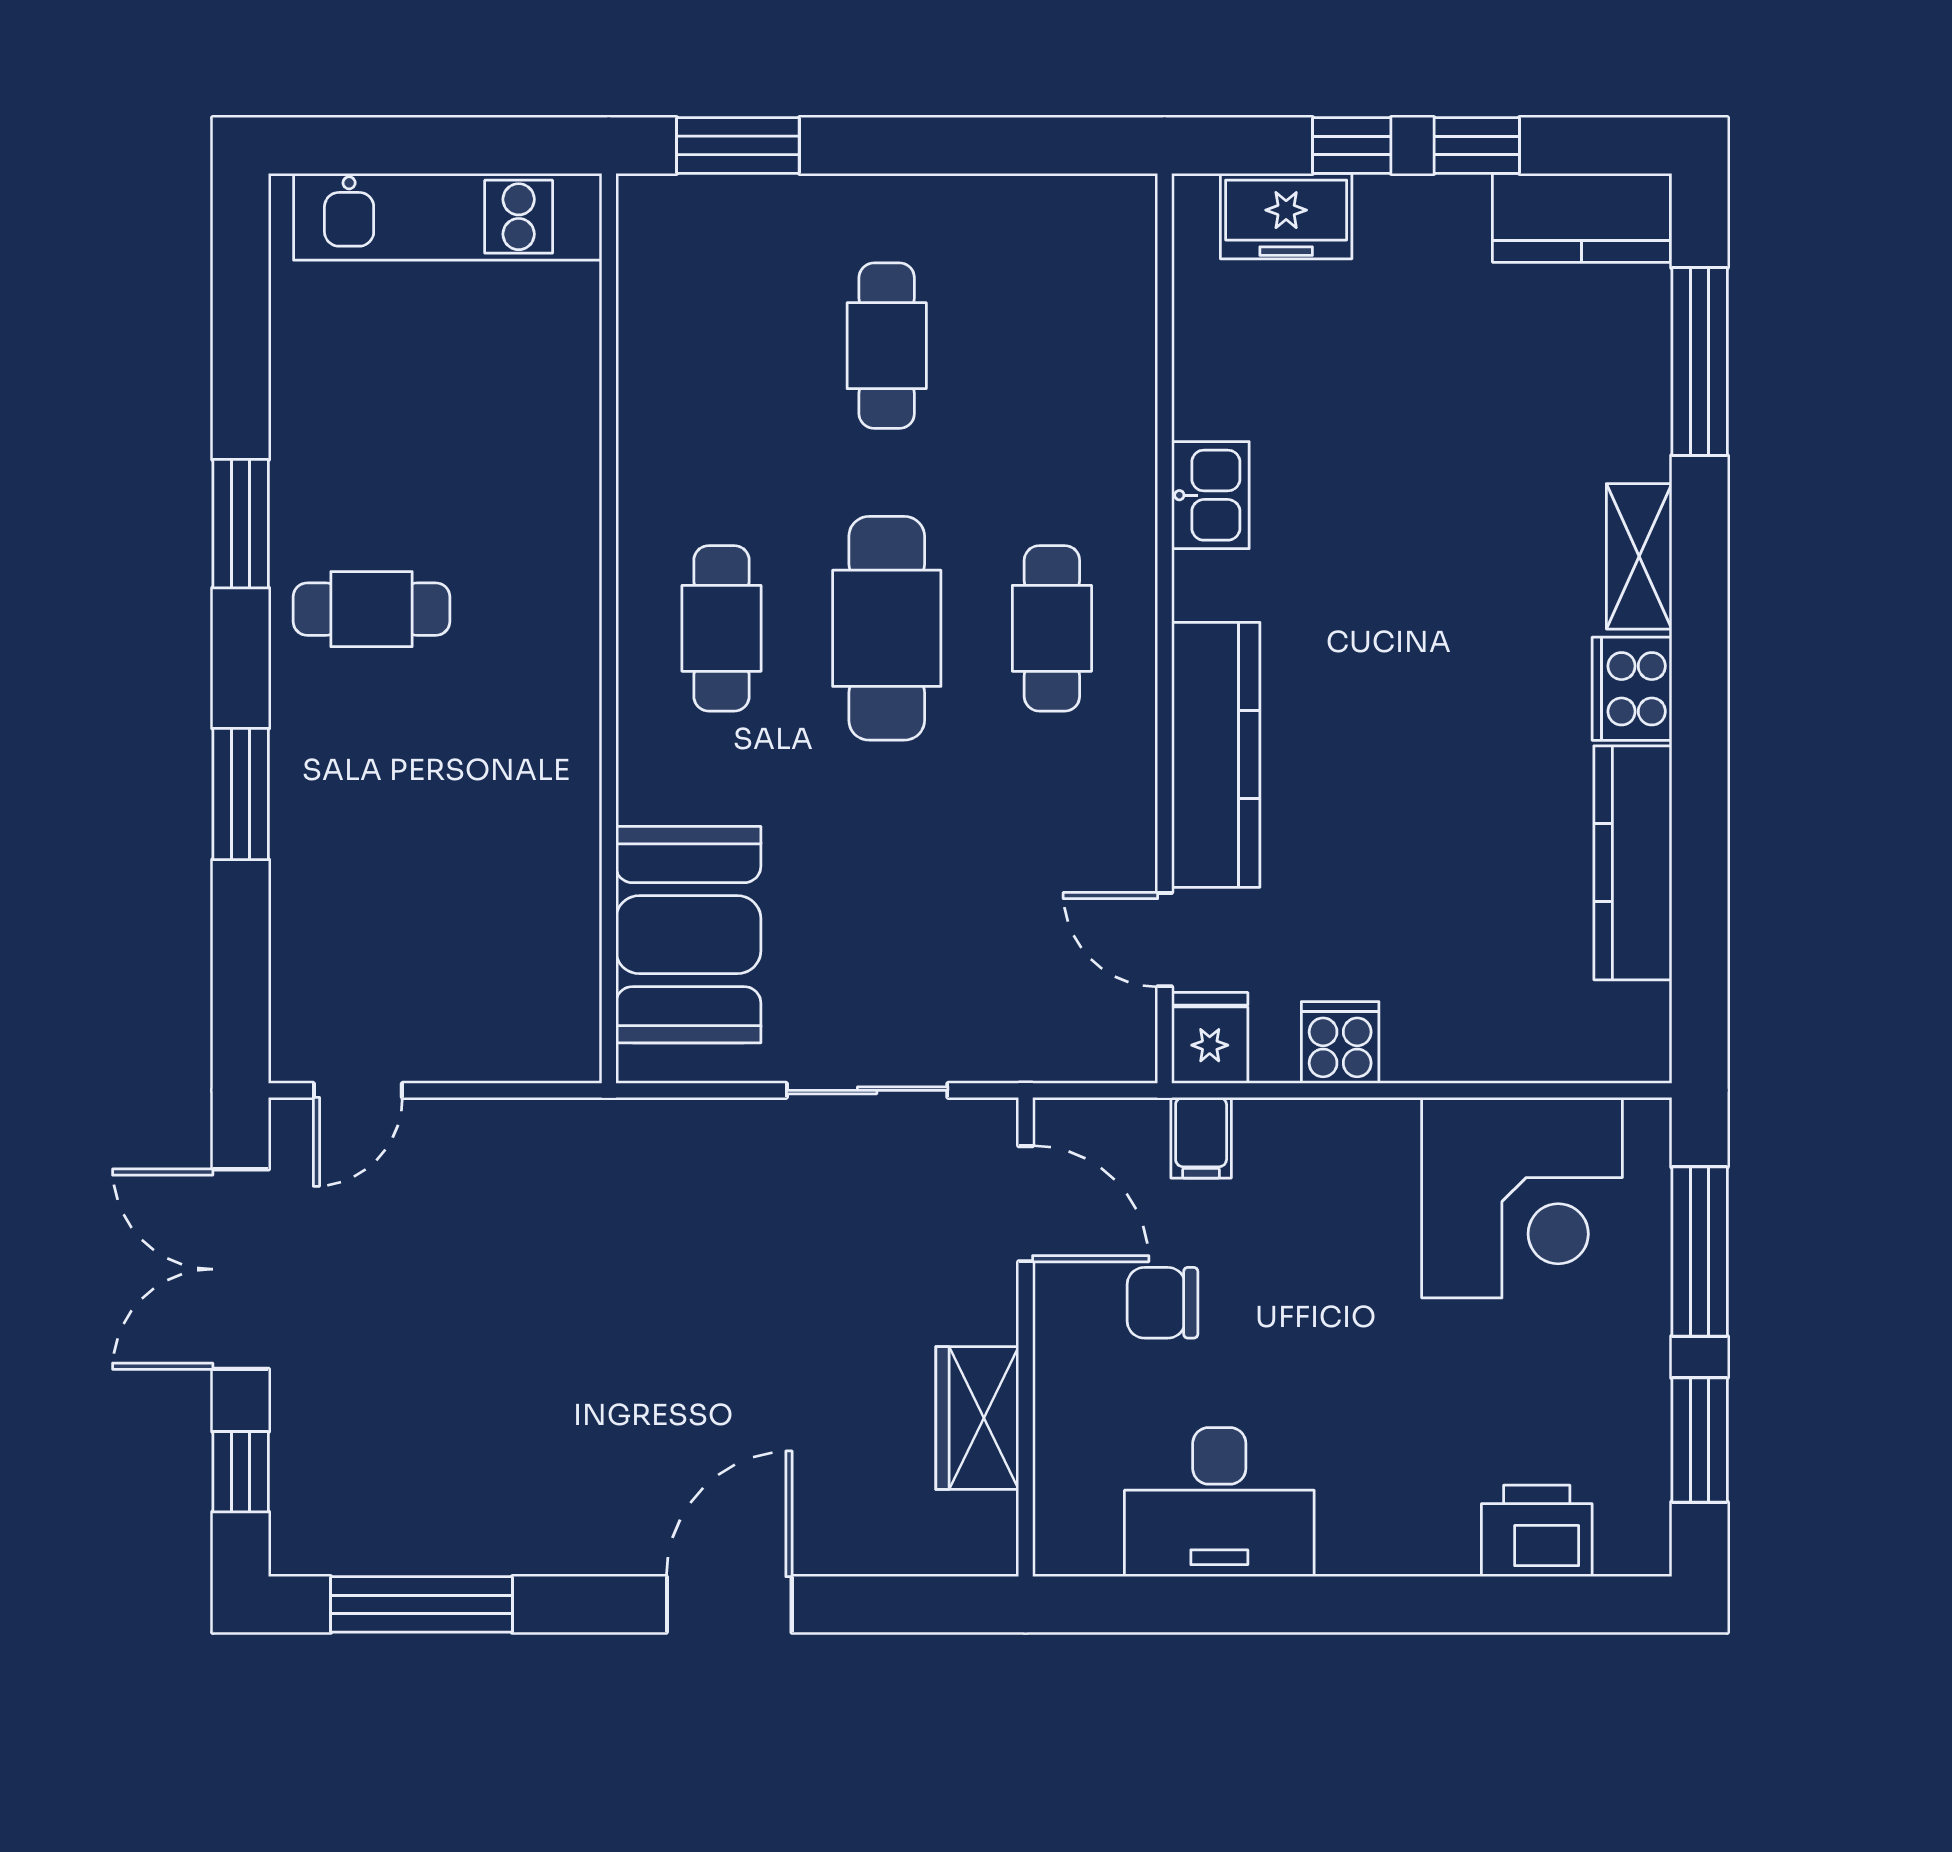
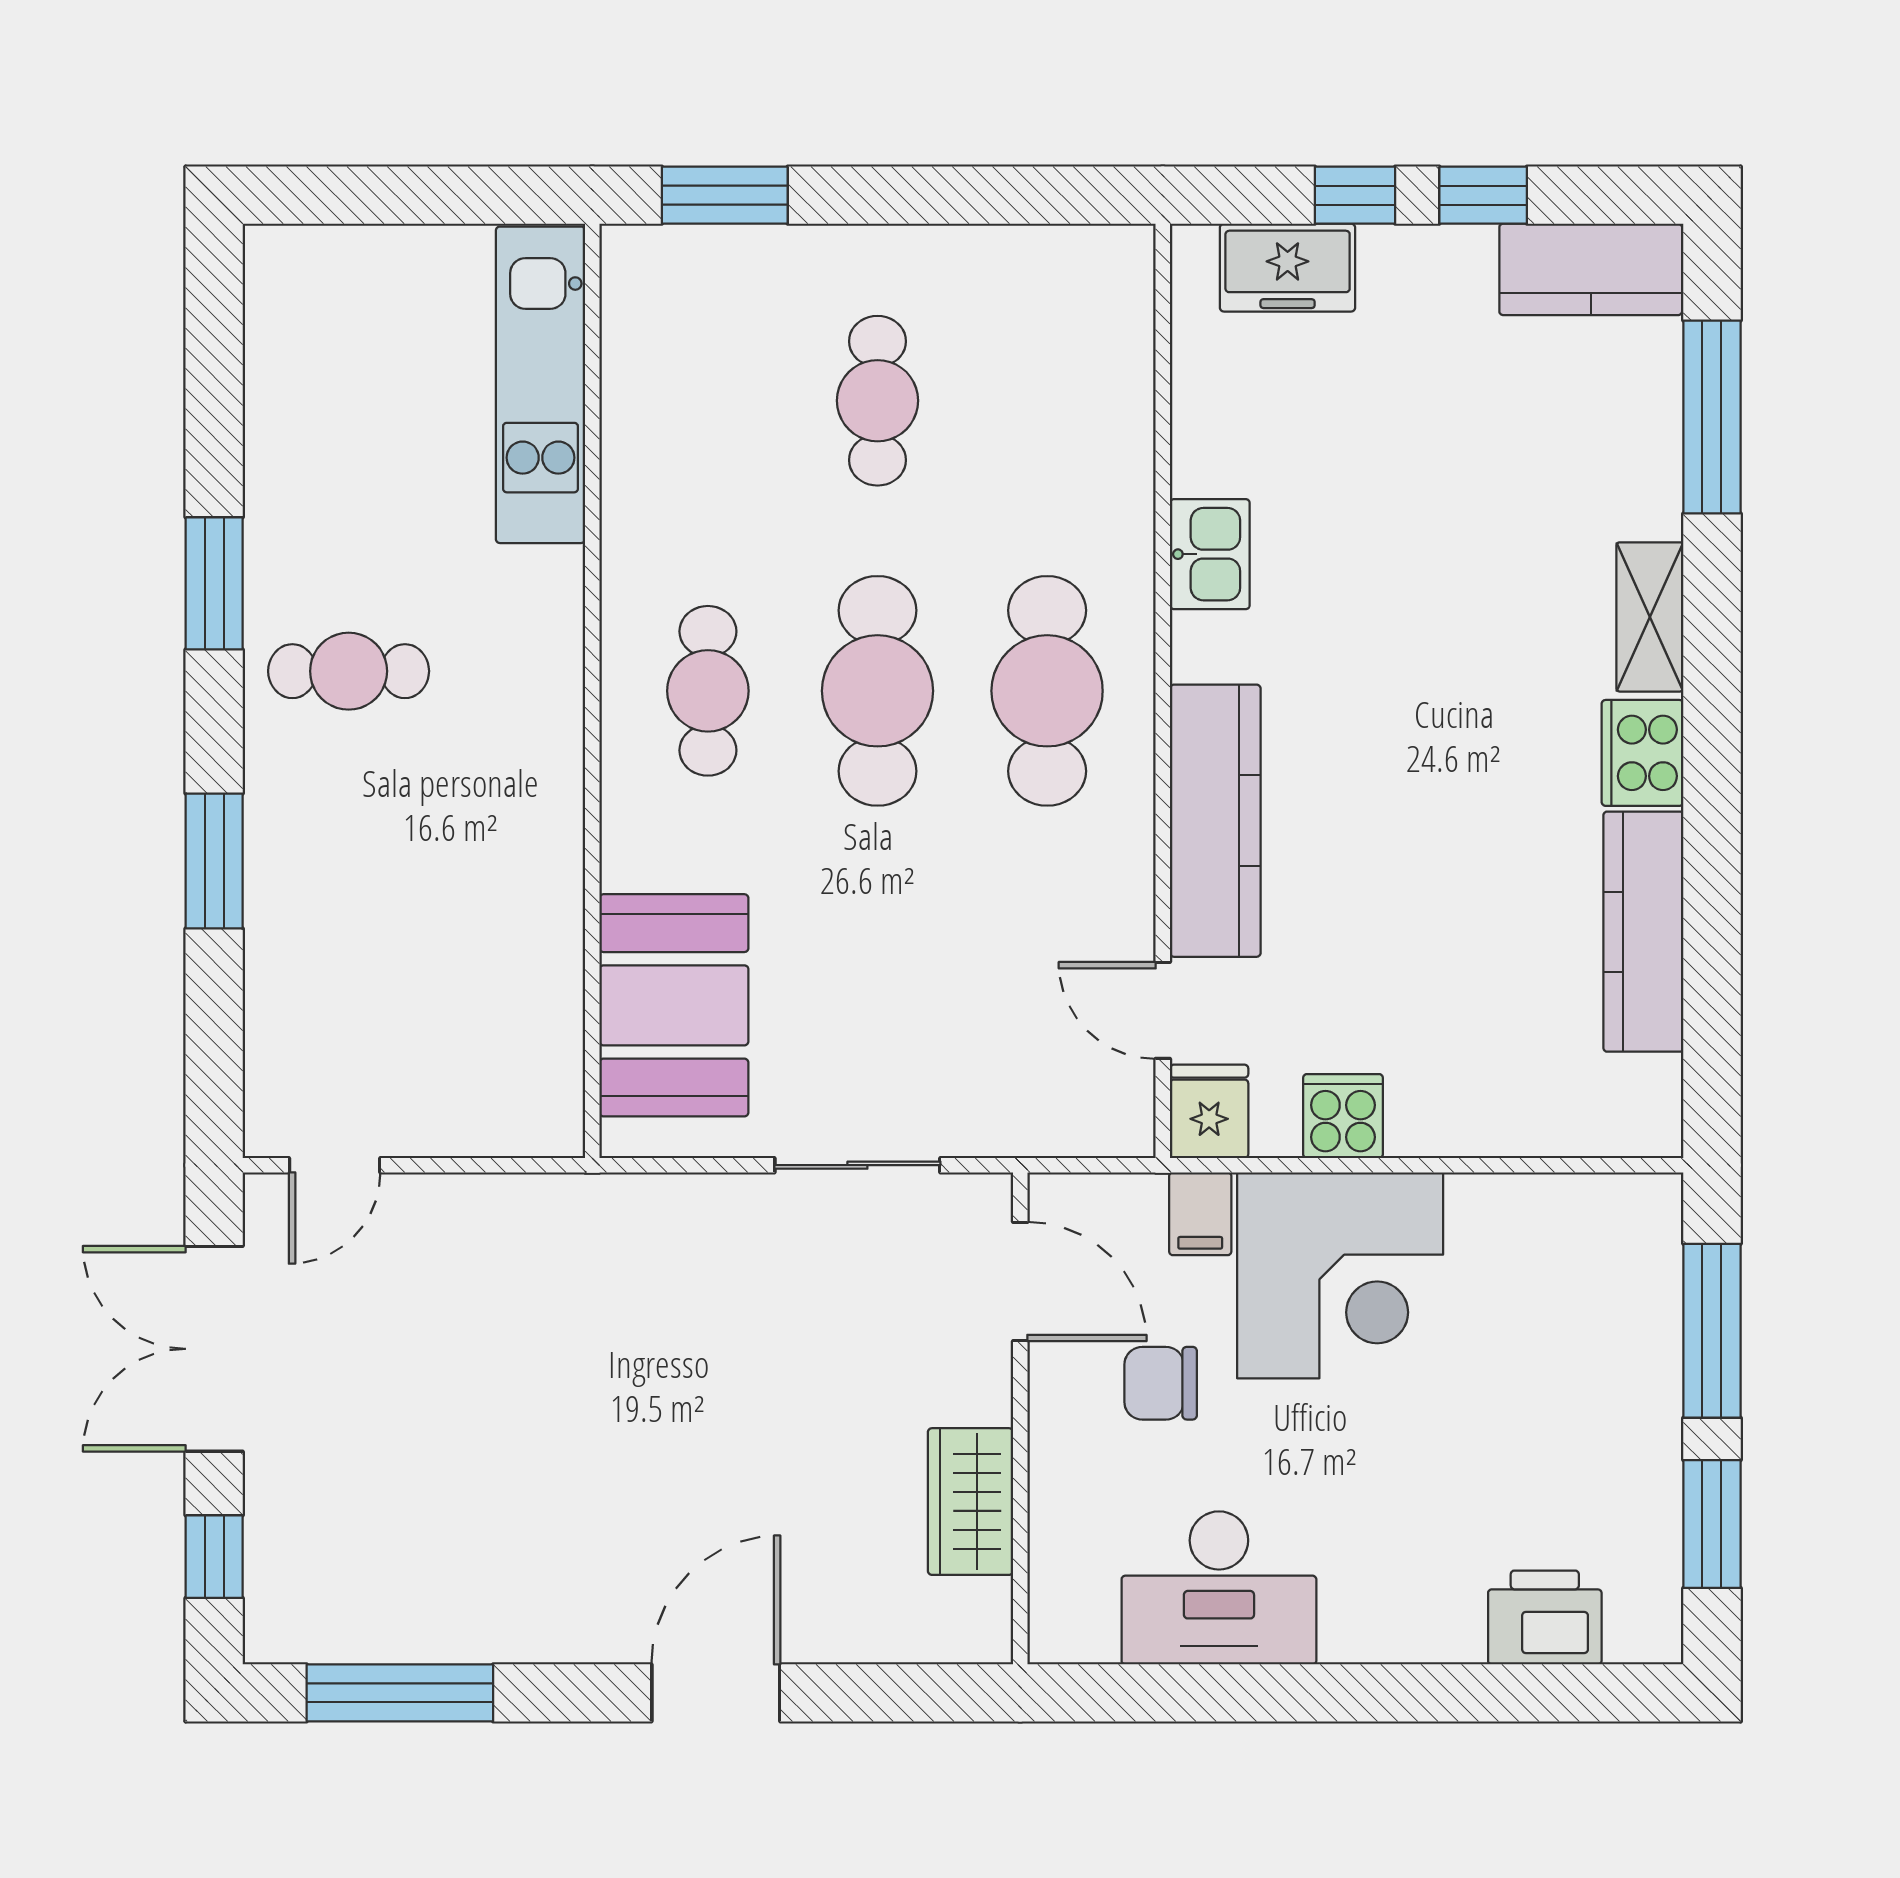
kitchen unit: (448, 217) -> (540, 385), moved, turned 90
cafe table: (1052, 628) -> (1047, 691), width x1.37, depth x1.35
corner desk: (1522, 1198) -> (1340, 1275), moved

